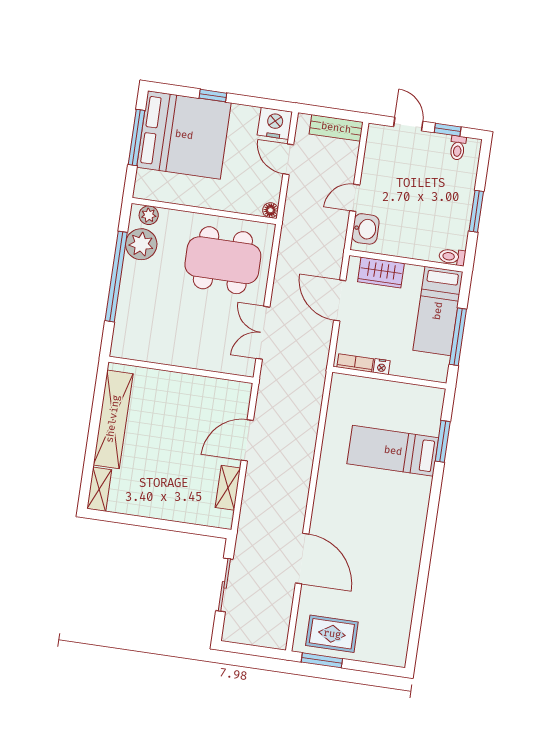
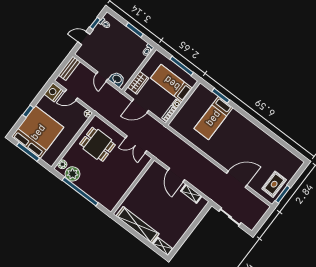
dining table: (223, 260) -> (97, 144), width x0.73
bed: (438, 311) -> (172, 83), moved, turned 180

